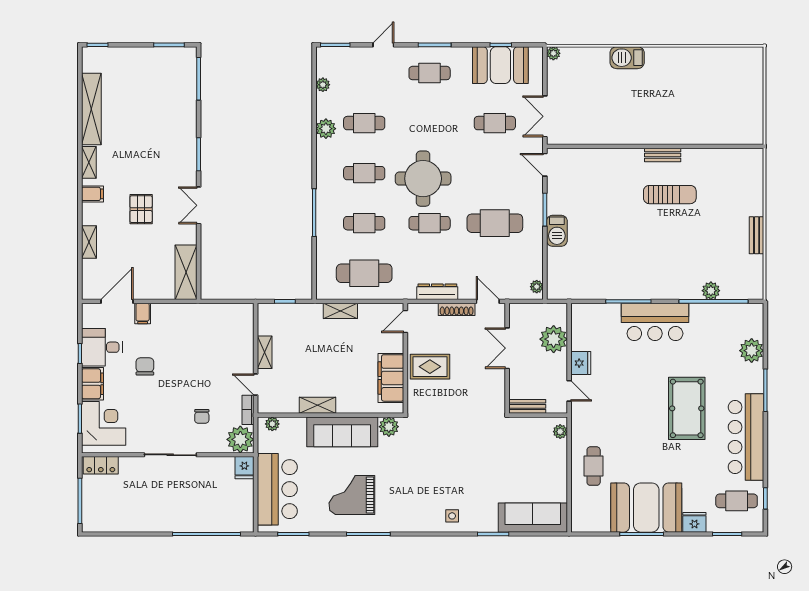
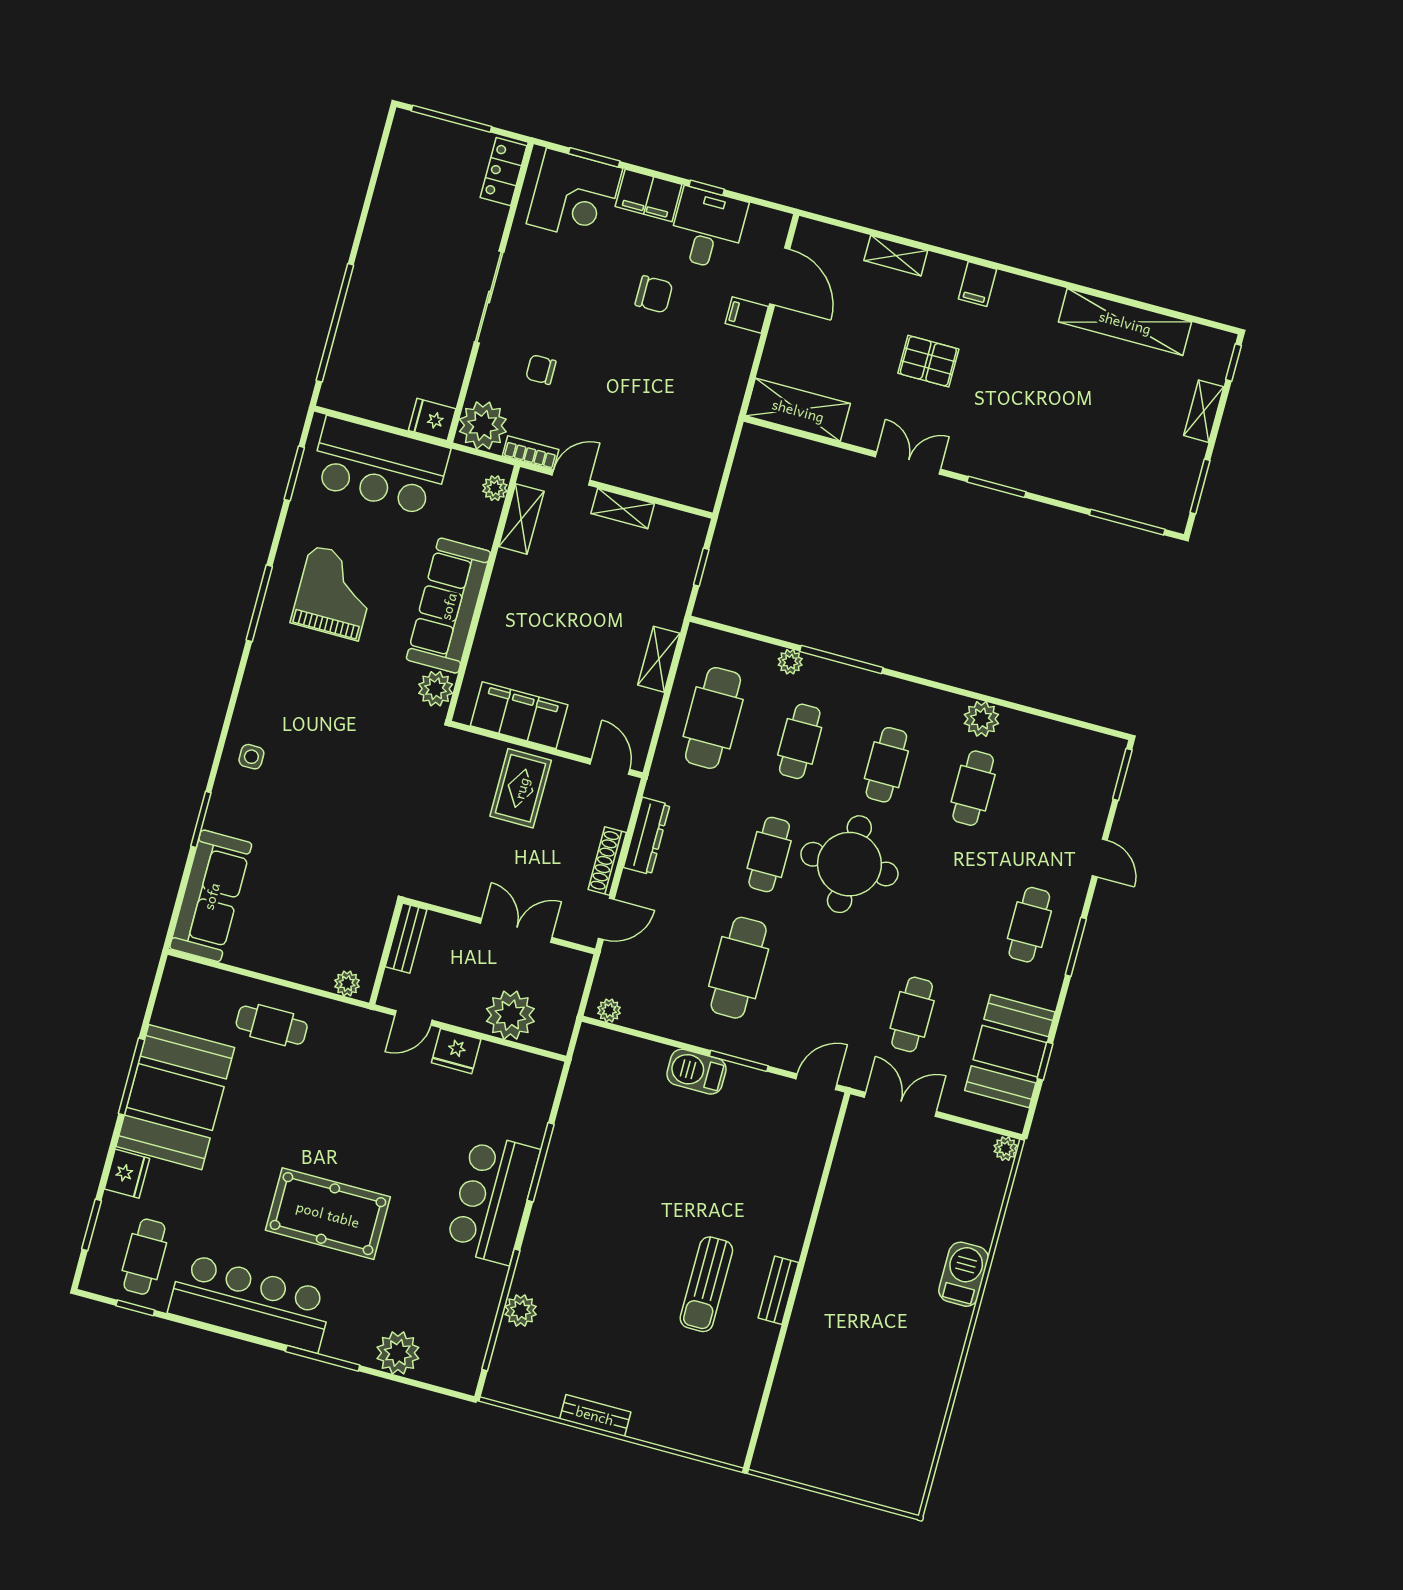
plant: (323, 85) -> (790, 662), moved
shelving: (89, 162) -> (1204, 411), moved, turned 90
shelving: (318, 405) -> (521, 519), moved

